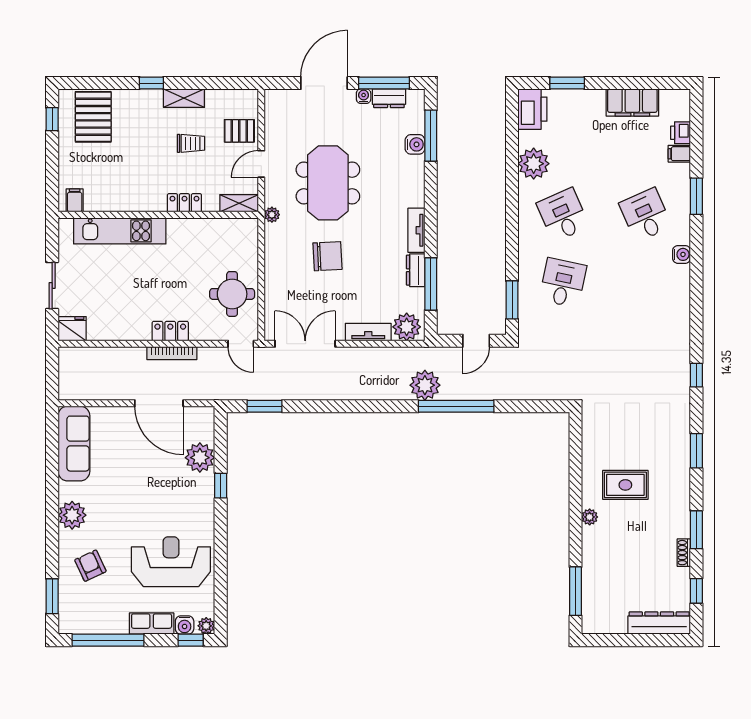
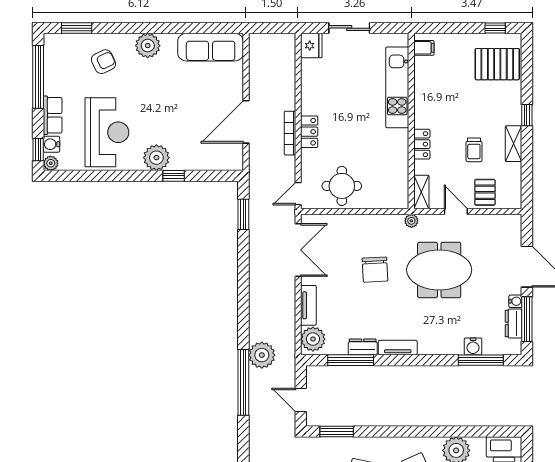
plant: (200, 458) -> (156, 158), moved

